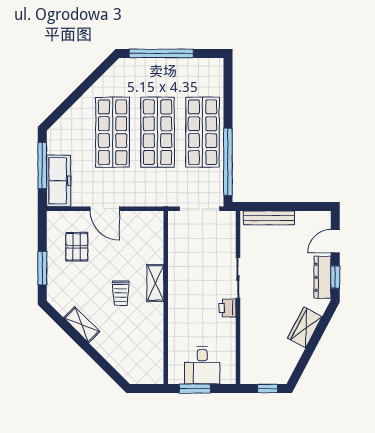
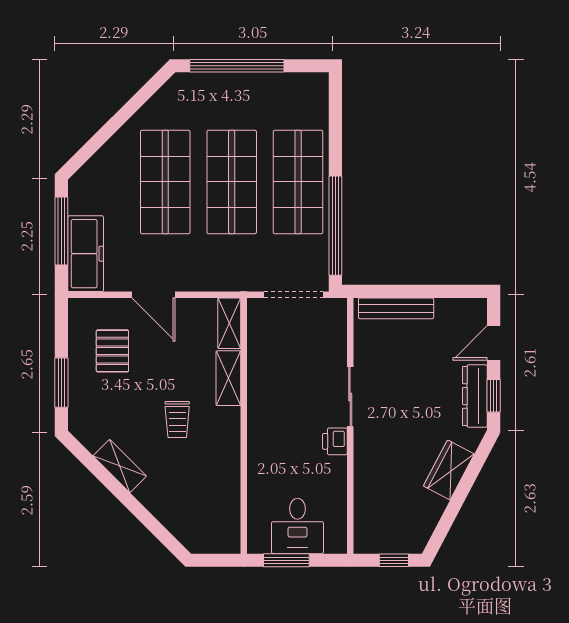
shelving: (156, 228) -> (229, 323), added
shelving: (155, 283) -> (228, 378), moved

